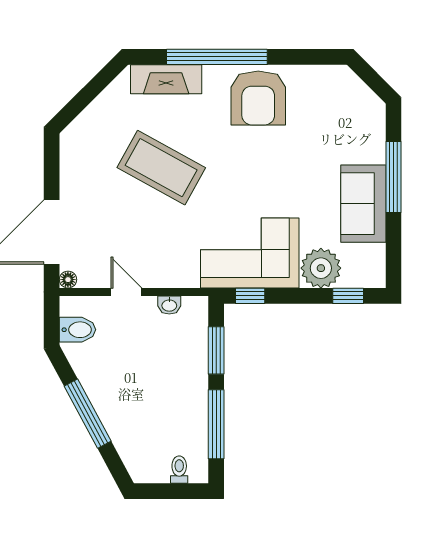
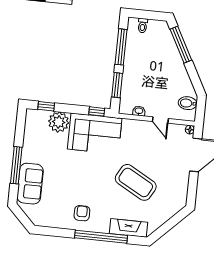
armchair: (258, 98) -> (82, 213), width x0.53, depth x0.53
sofa: (363, 204) -> (30, 184), moved
window: (88, 414) -> (181, 45), moved

